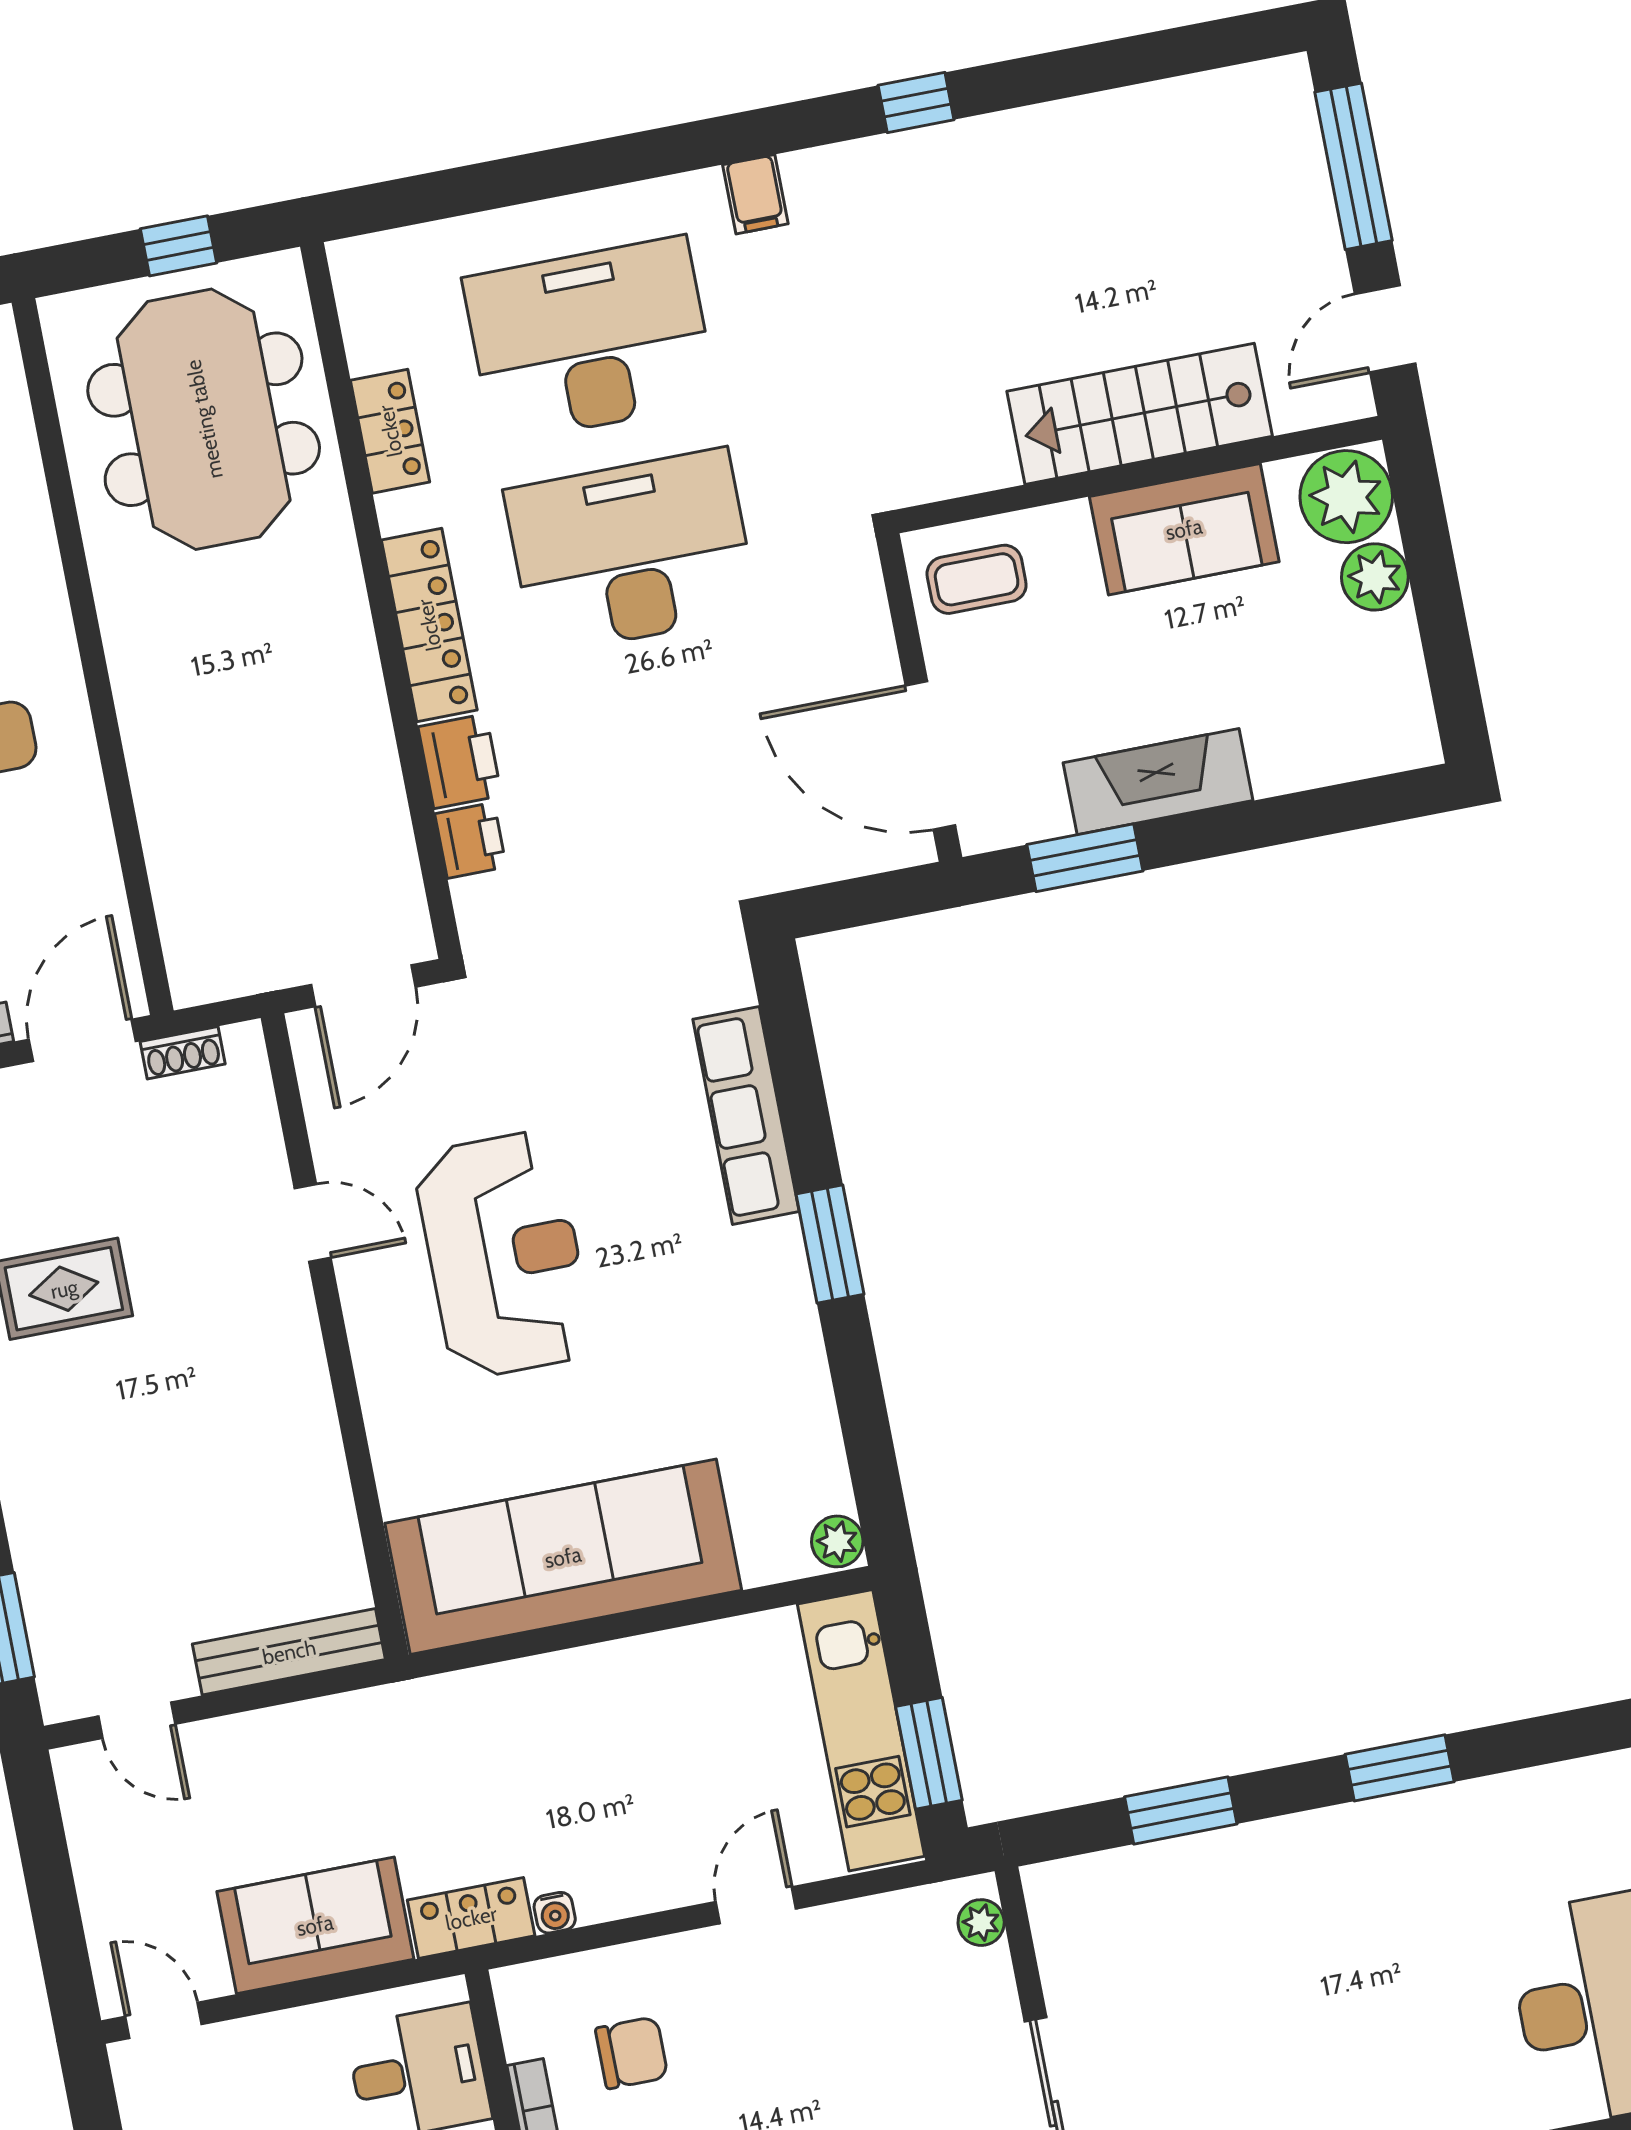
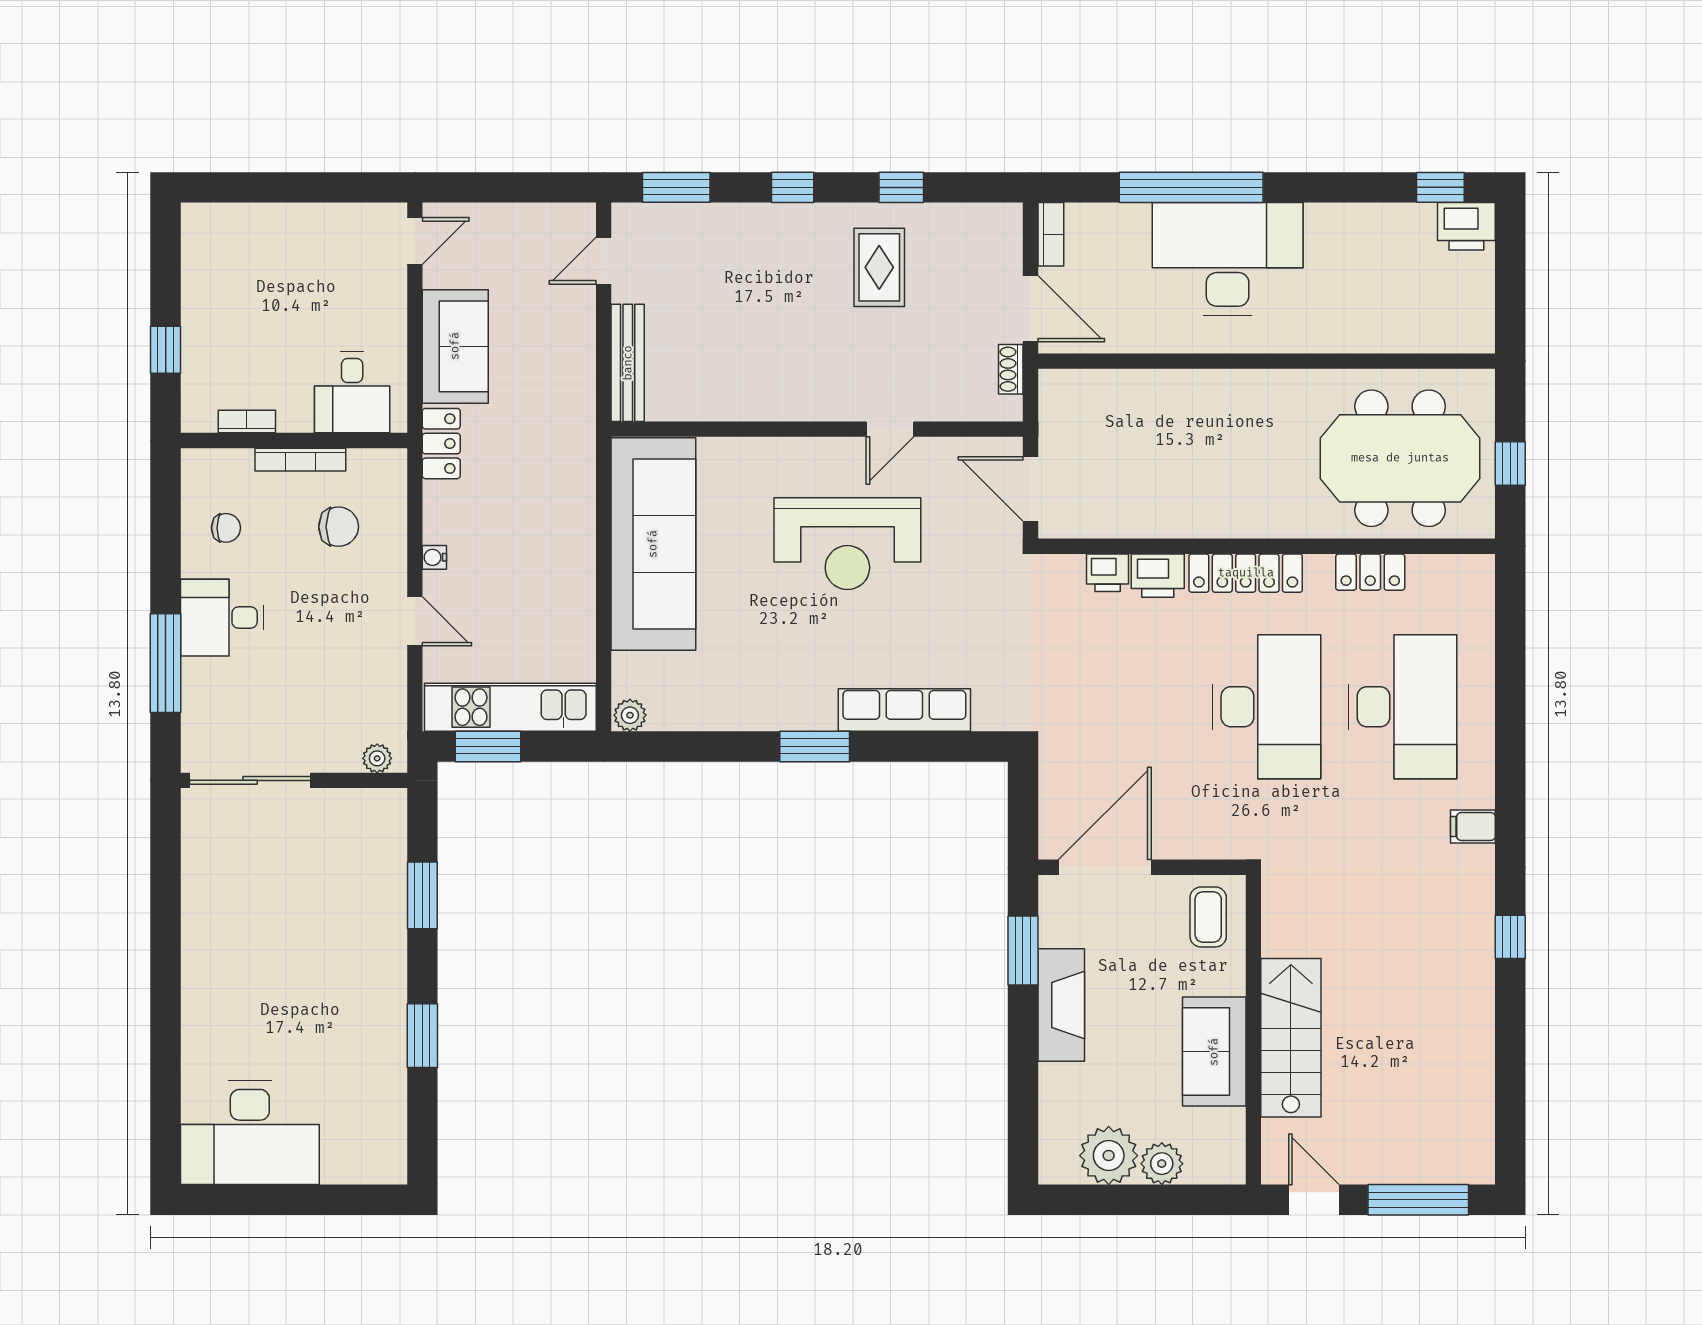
plant: (1346, 497) -> (1109, 1156), moved
water cooler: (555, 1913) -> (434, 557), moved
chair: (632, 2053) -> (339, 527), turned -90

